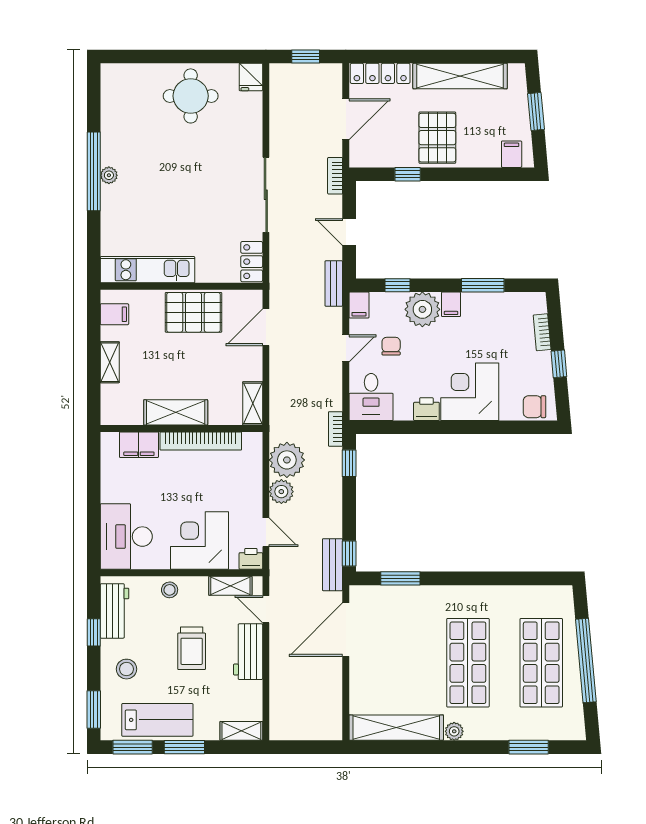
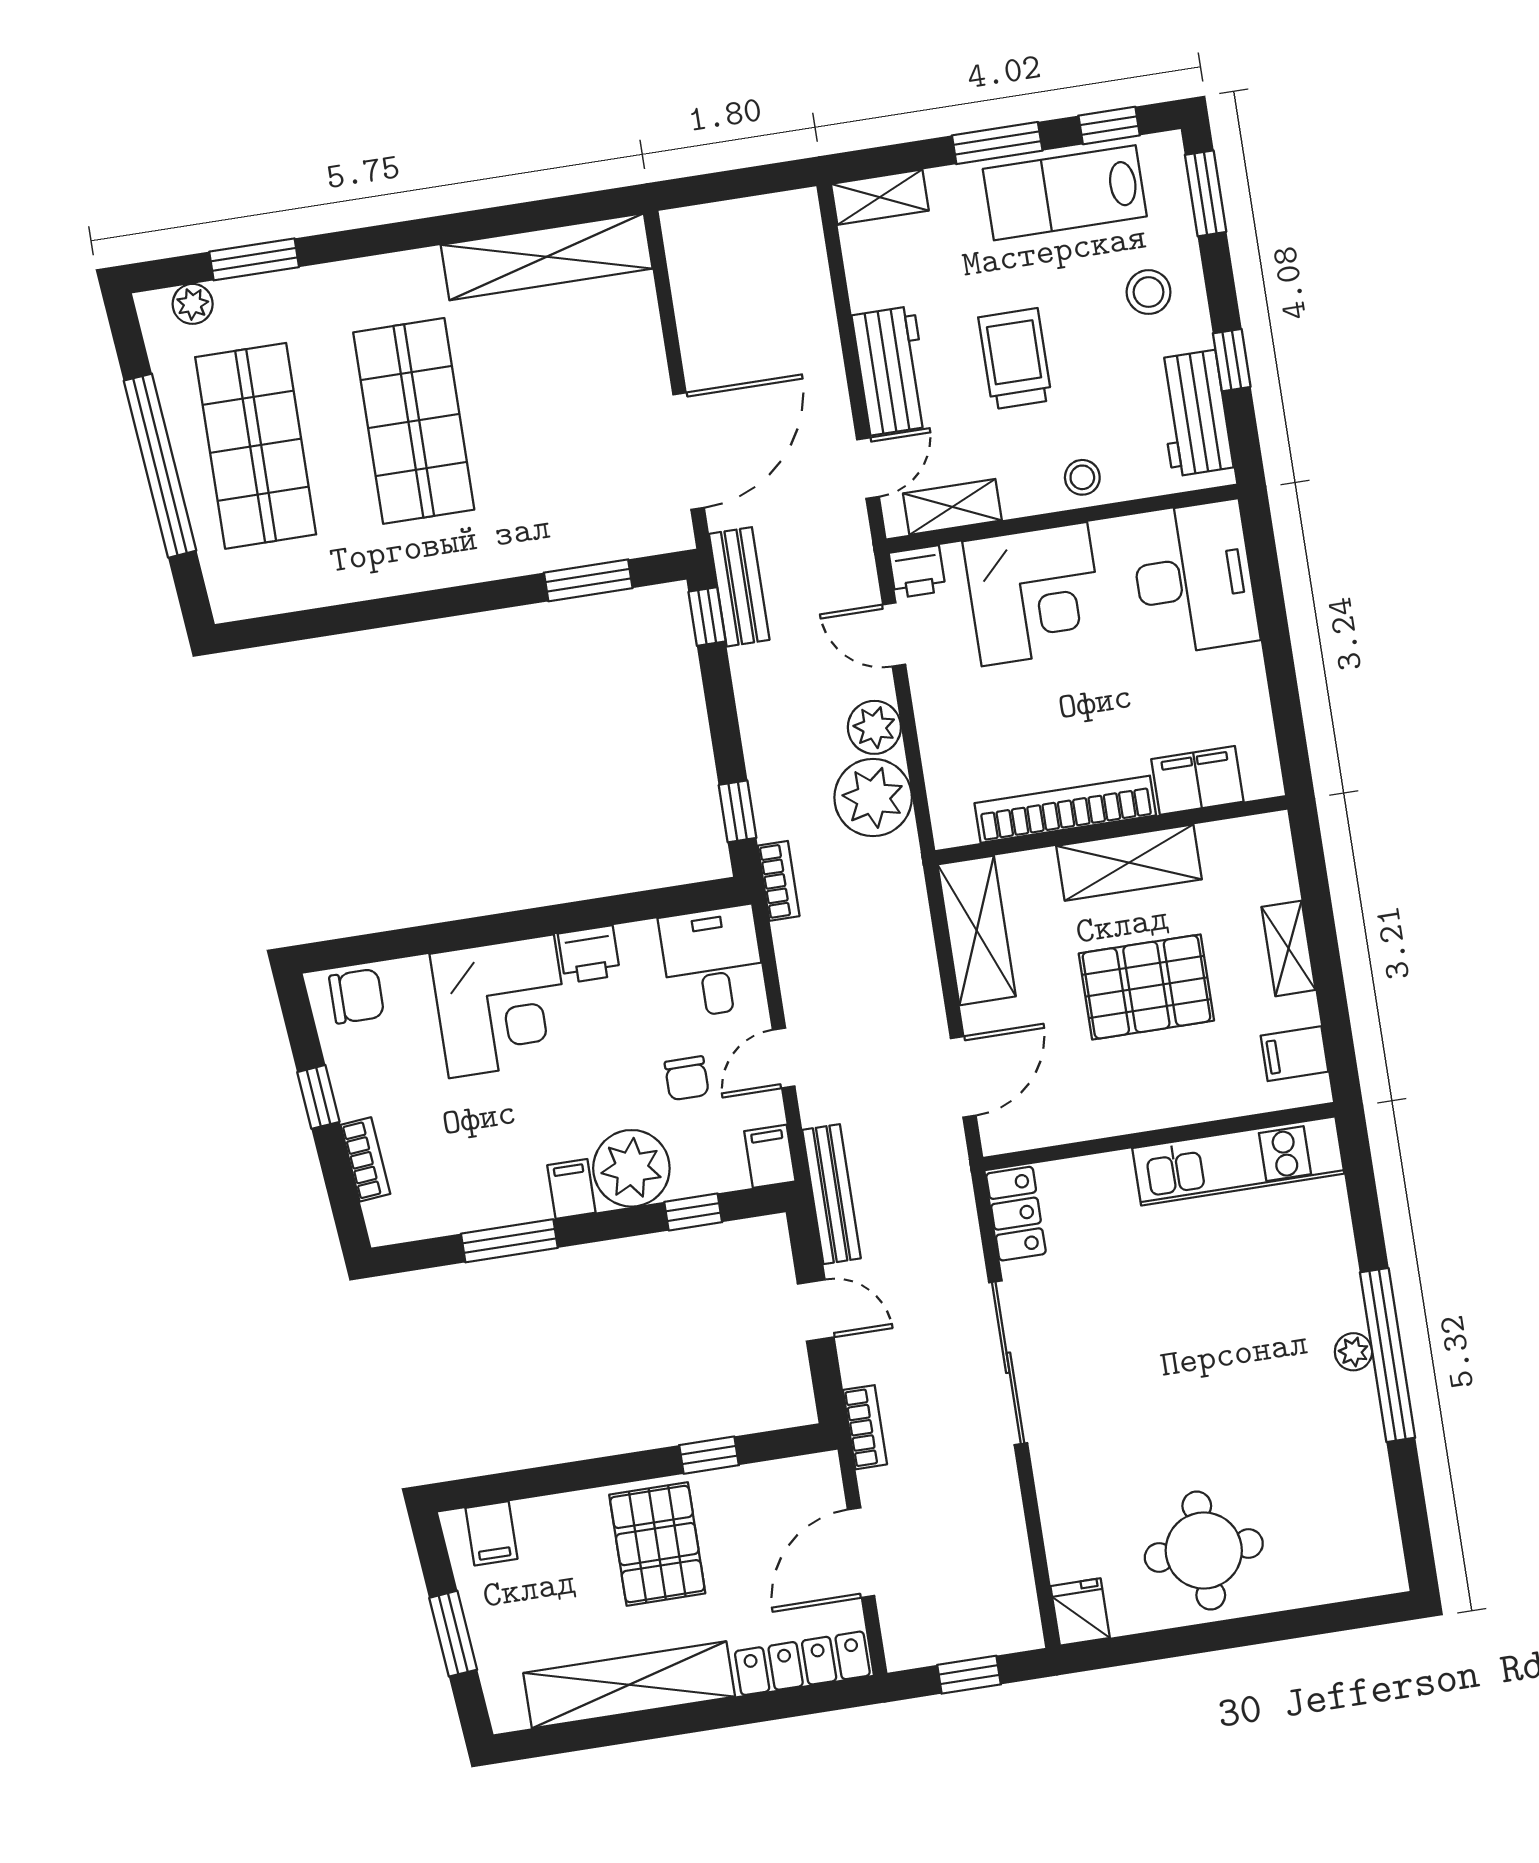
bench: (334, 284) -> (832, 1194), width x1.36
pallet: (194, 312) -> (1146, 987), moved
shelving: (253, 403) -> (977, 930), width x1.50, depth x1.33
door: (266, 609) -> (868, 468), hinge flipped
plant: (454, 731) -> (193, 304), moved
window: (133, 747) -> (1109, 126), width x0.67

